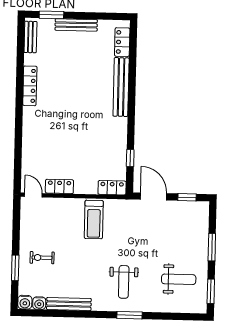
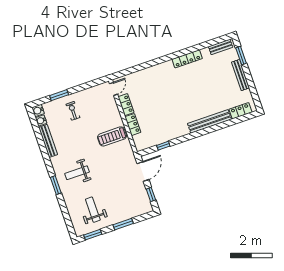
locker: (112, 188) -> (133, 125), moved
weight bench: (179, 279) -> (93, 210), turned 180

